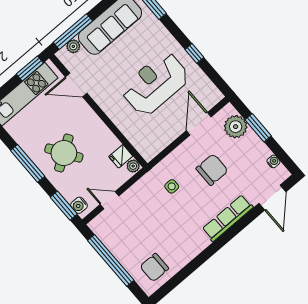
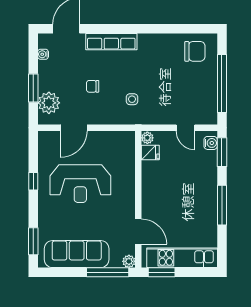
plant: (73, 46) -> (129, 261), moved
round table: (64, 153) -> (189, 190), removed
chair: (212, 170) -> (93, 86), width x0.54, depth x0.54

